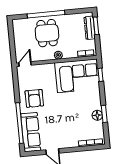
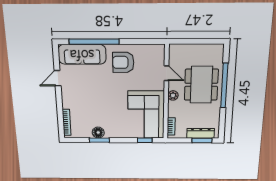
dining table: (47, 33) -> (201, 85), width x1.37
door: (25, 64) -> (166, 73), moved

